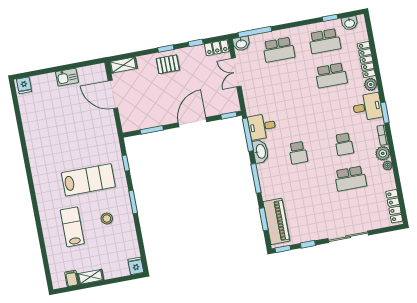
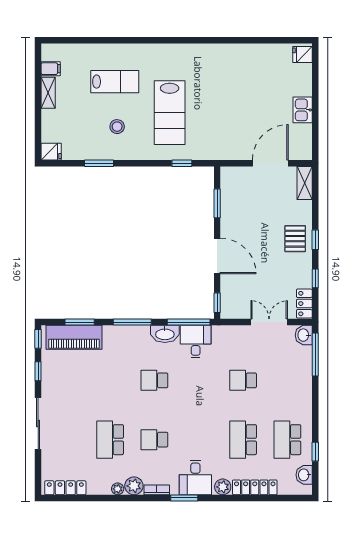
school desk: (279, 50) -> (243, 380), moved, width x0.54
window: (133, 202) -> (99, 163), moved

